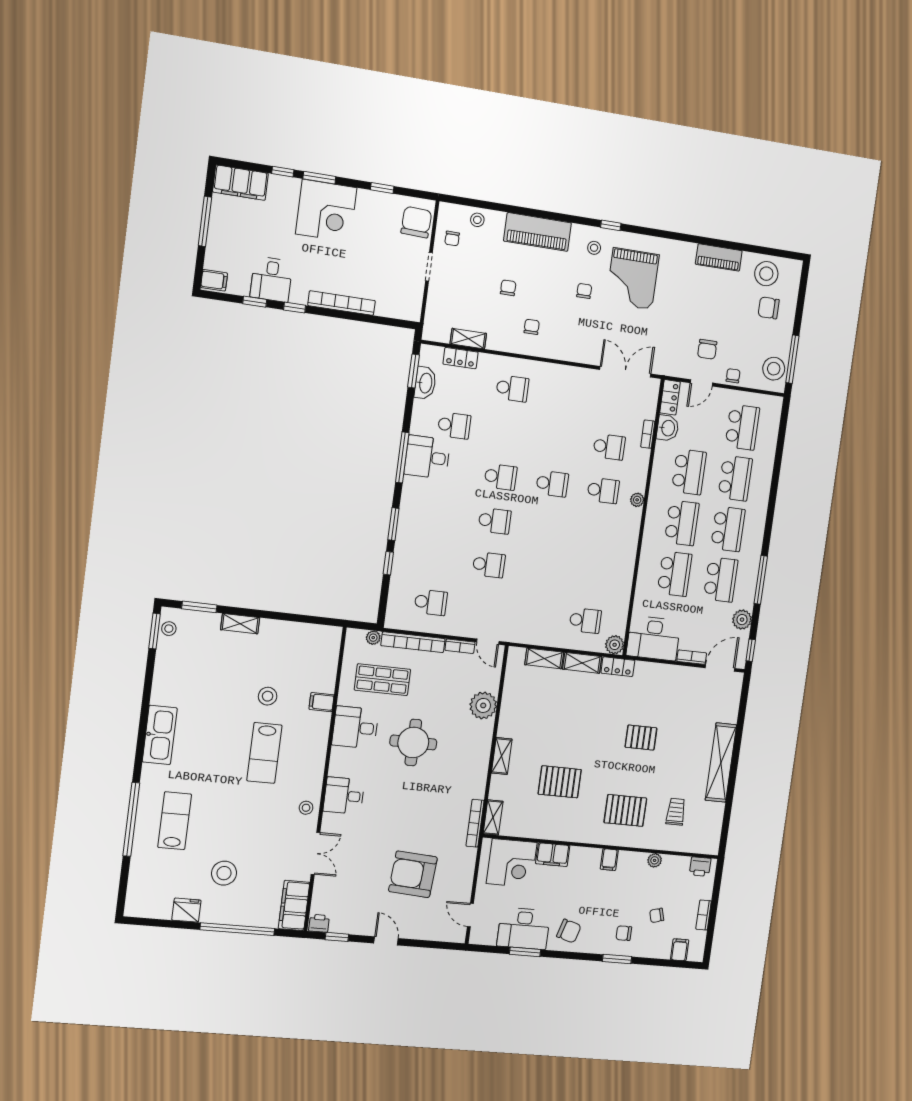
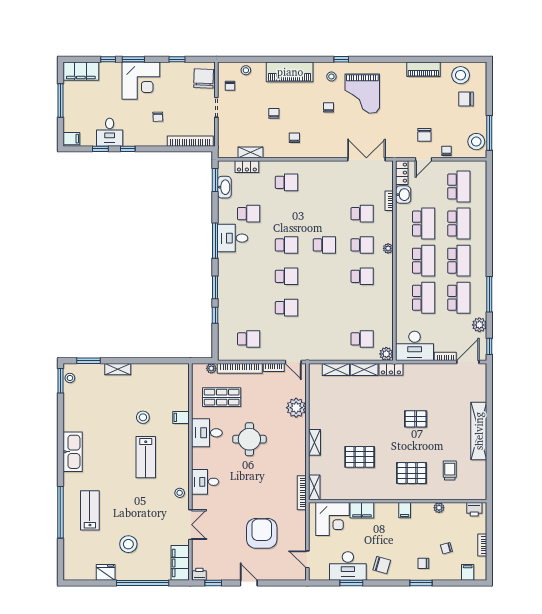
chair: (344, 267) -> (158, 117), added
bookcase: (342, 303) -> (190, 141), moved
school desk: (597, 534) -> (362, 276), added
armchair: (413, 874) -> (262, 533), turned 86

